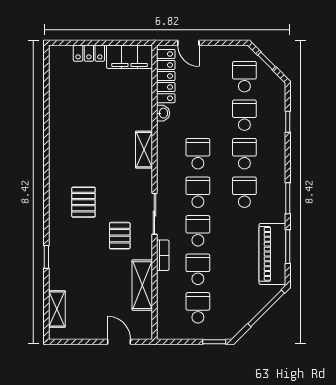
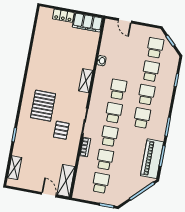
locker: (166, 76) -> (107, 38), removed
pallet: (83, 202) -> (43, 106), width x1.50, depth x1.42
shelving: (142, 285) -> (66, 181), moved

